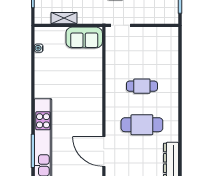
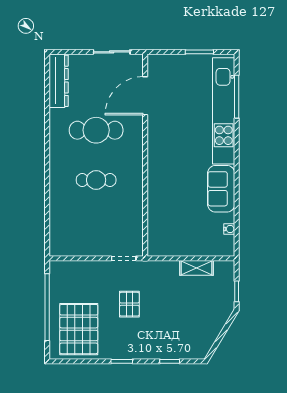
sofa: (84, 37) -> (221, 189), moved, turned -90
door: (104, 151) -> (145, 96), swing flipped

